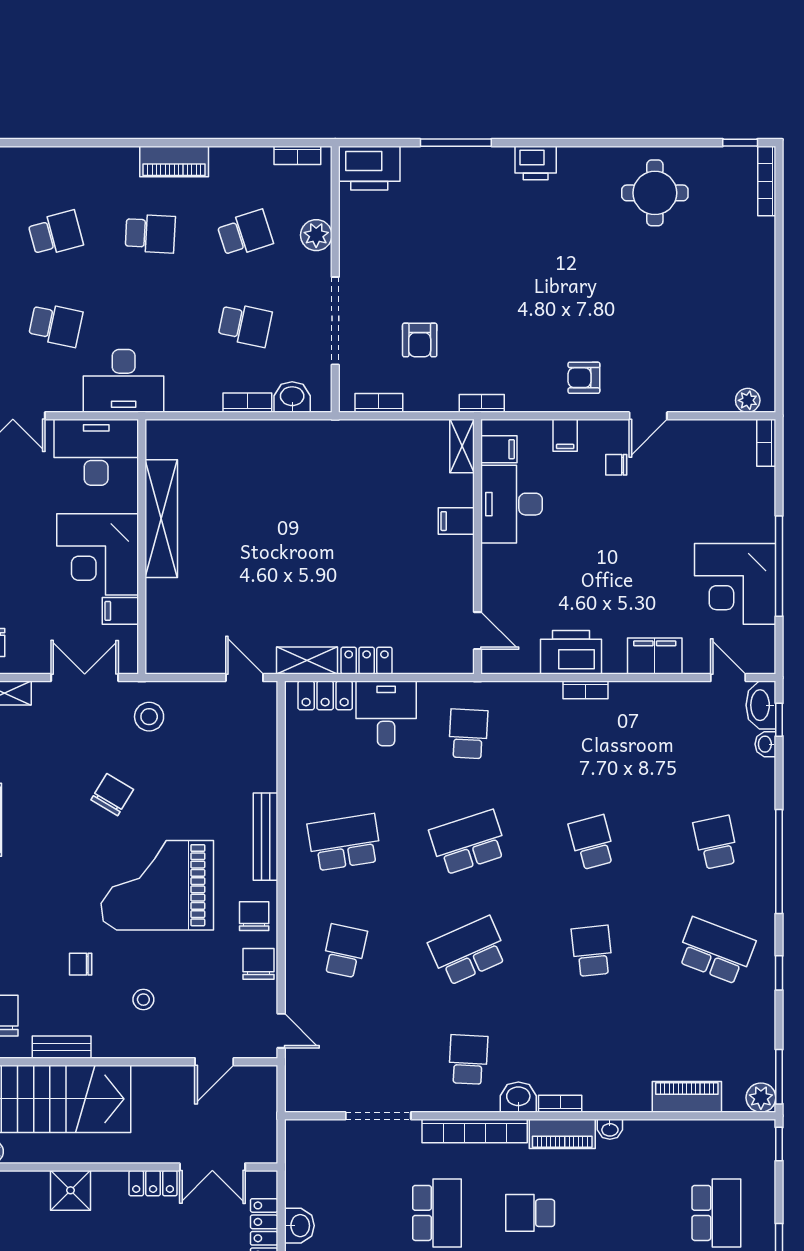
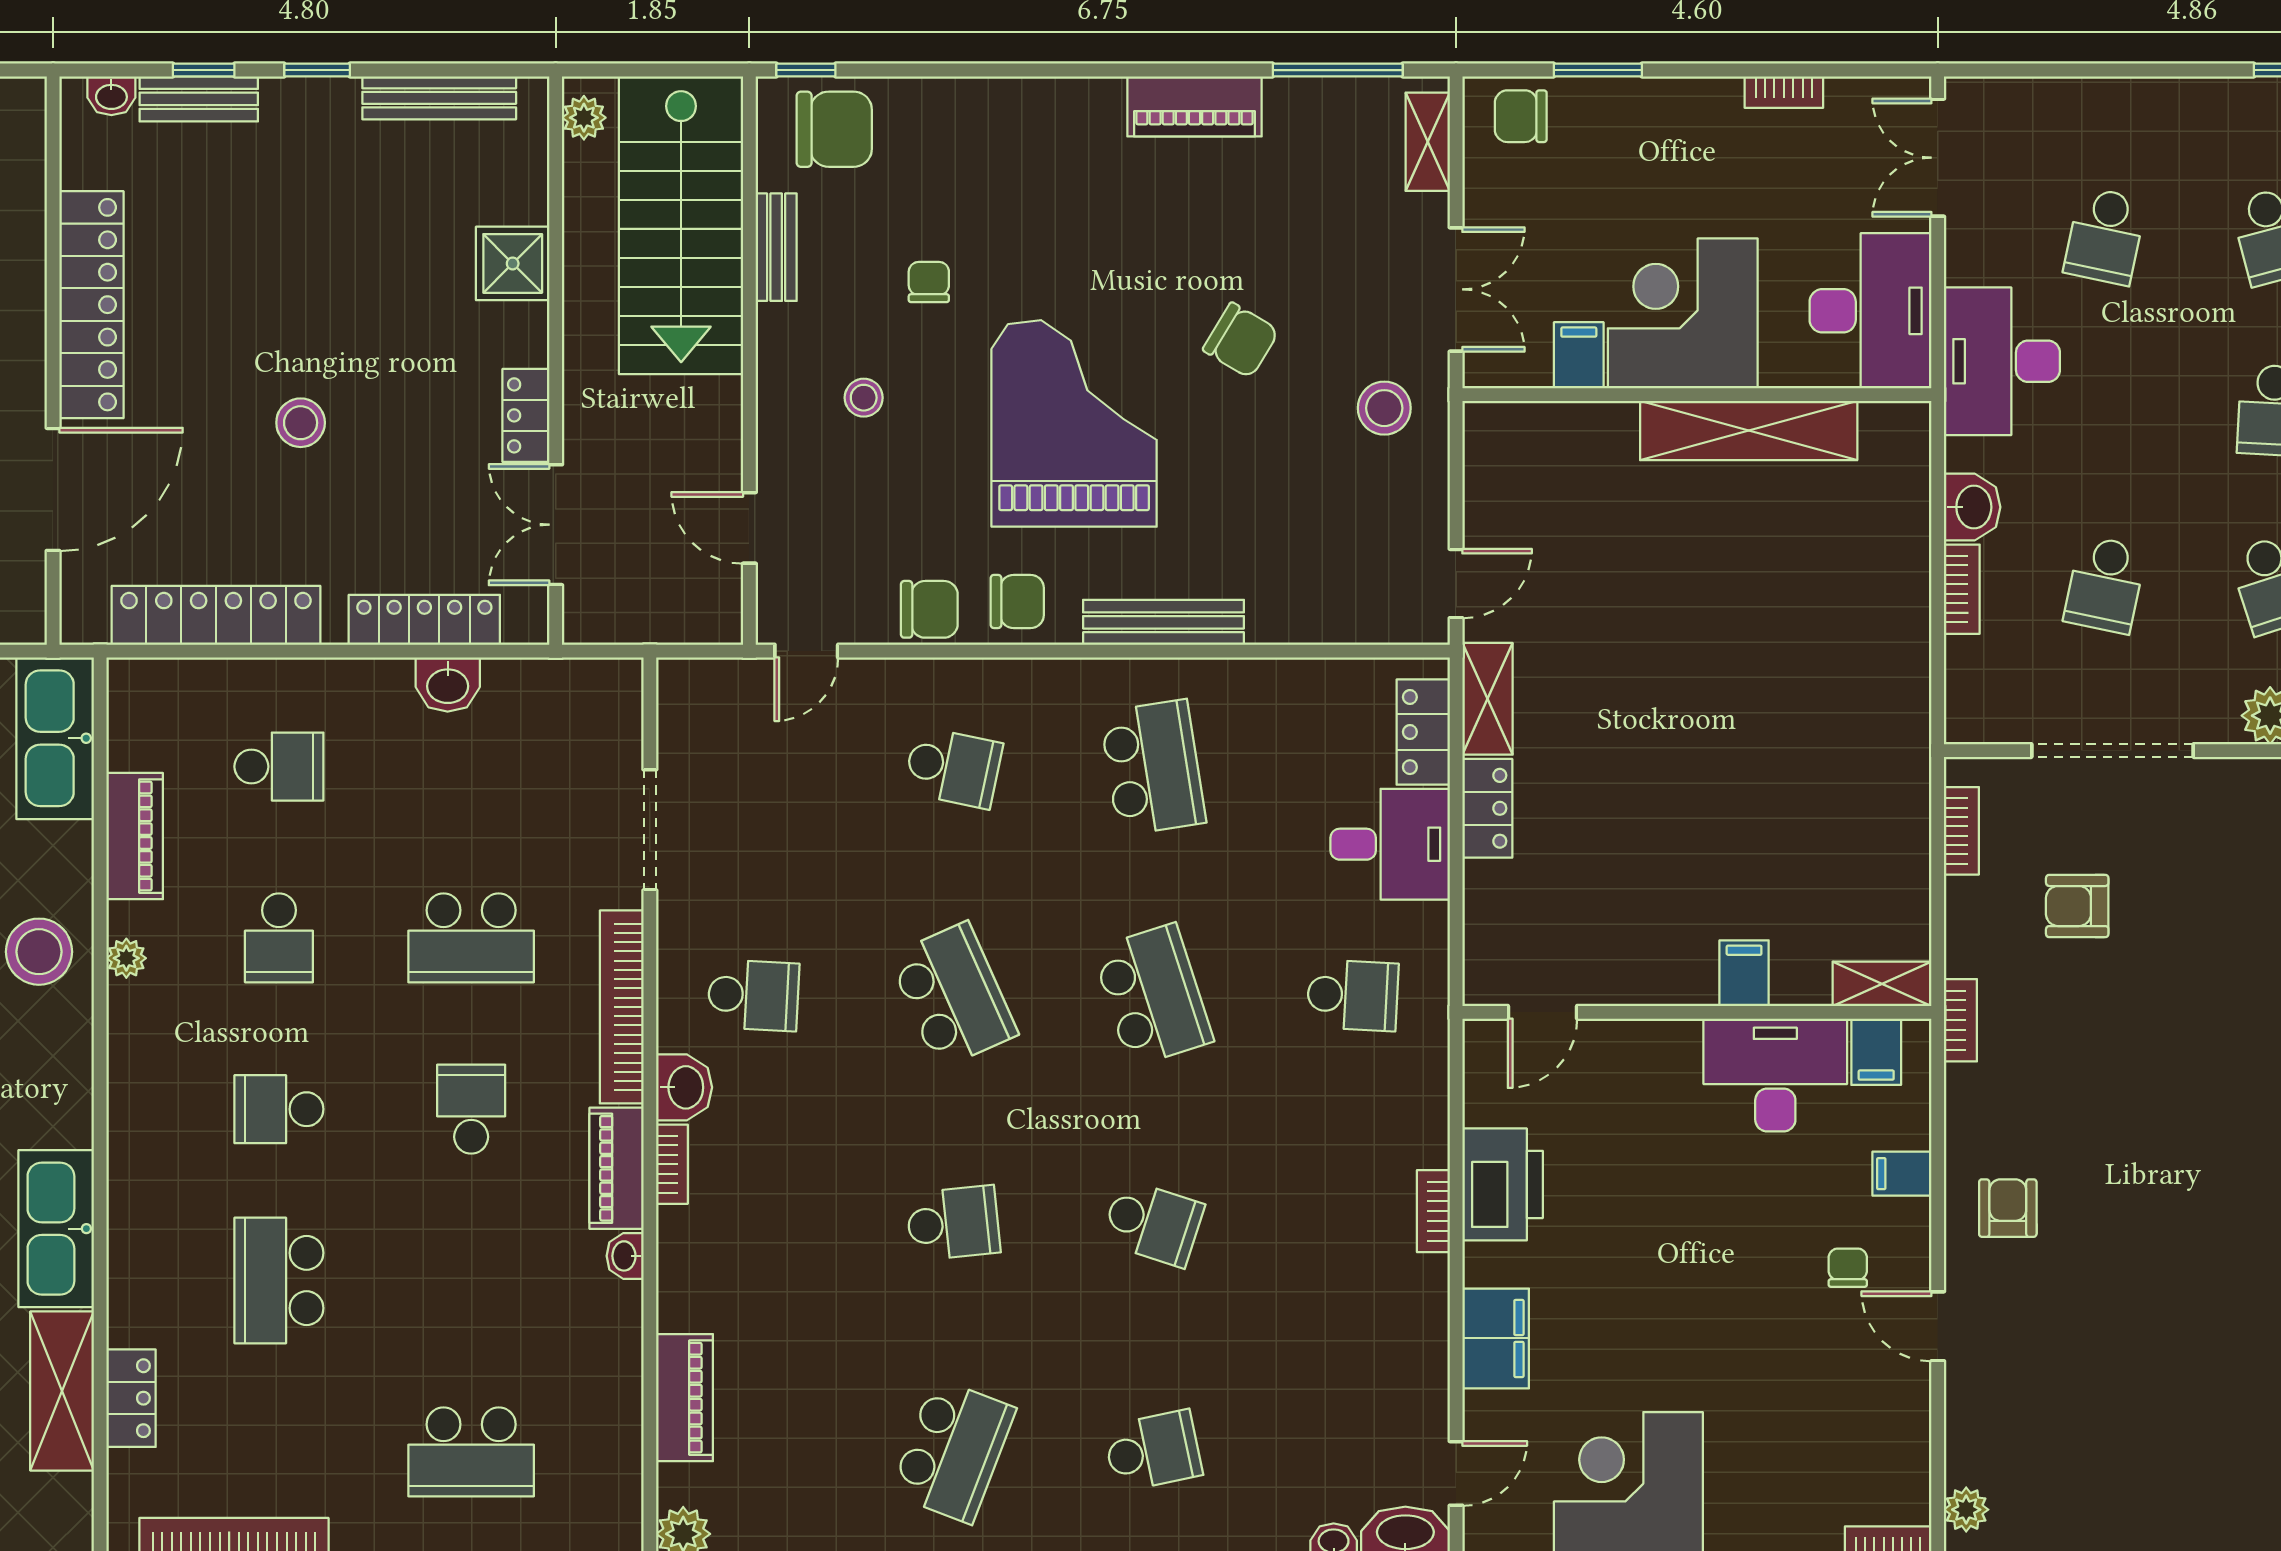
washbasin: (292, 397) -> (1972, 507), moved
school desk: (592, 842) -> (1153, 1223), turned 33

